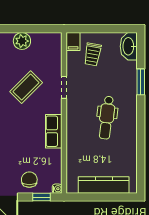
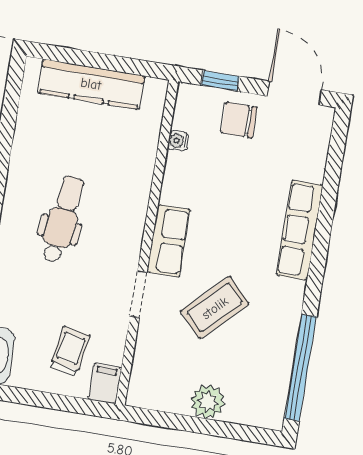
row of seats: (54, 131) -> (169, 241), moved
chair: (29, 180) -> (239, 120), turned 90
water cooler: (57, 189) -> (178, 141), moved

